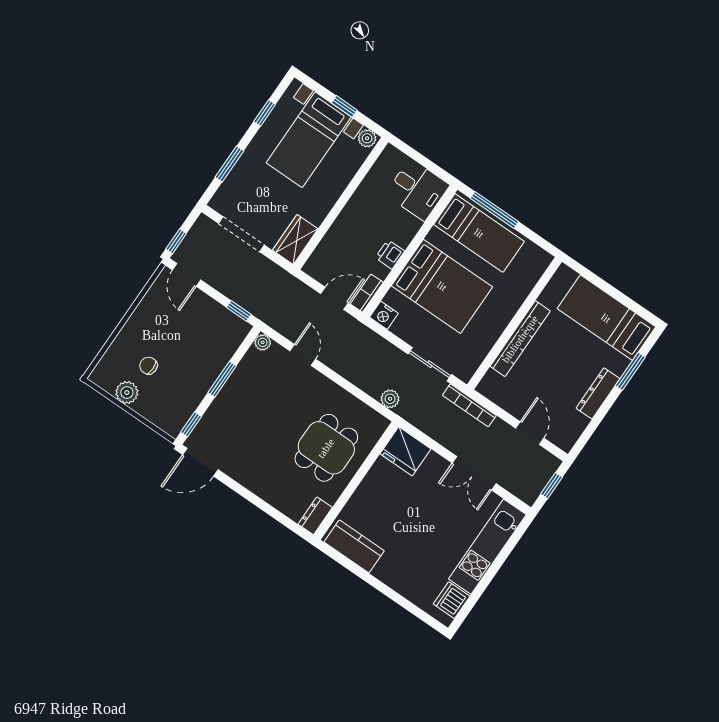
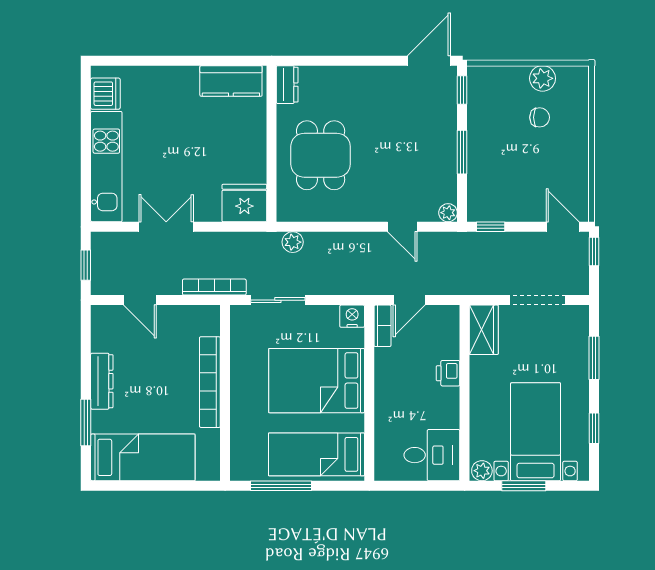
window: (344, 106) -> (524, 486), width x1.50
desk: (417, 190) -> (432, 455), moved, turned 180
window: (494, 210) -> (281, 486), moved
printer: (390, 254) -> (448, 373), moved, turned 180

